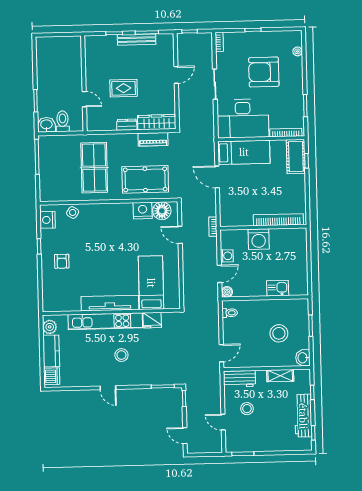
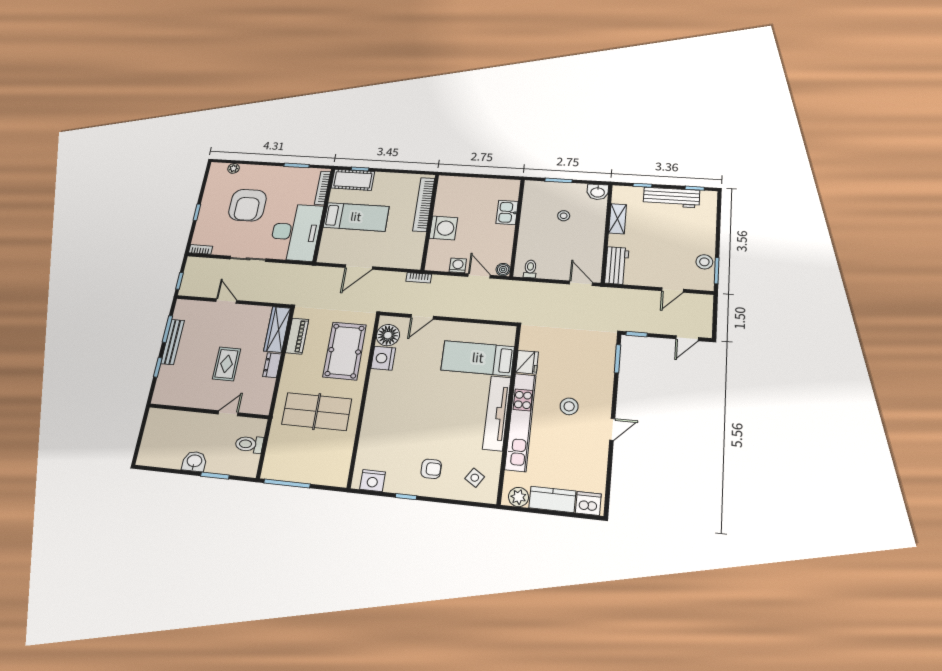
washbasin: (46, 125) -> (194, 461), moved, turned 90
bed: (244, 152) -> (356, 217), moved, turned 90
side table: (73, 212) -> (475, 478), moved
stool: (279, 333) -> (564, 216), width x0.53, depth x0.53
stool: (247, 409) -> (704, 262), moved

